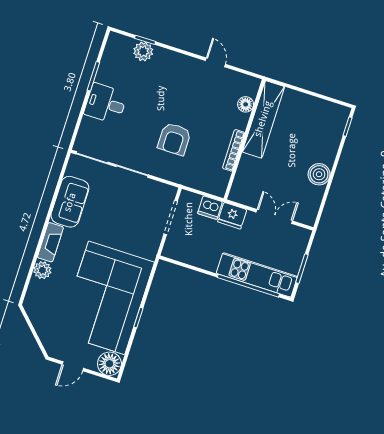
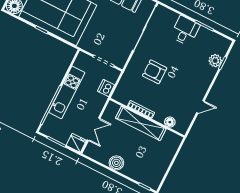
shelving: (263, 119) -> (141, 123), moved
fridge: (232, 216) -> (76, 143), moved, turned 90
kitchen unit: (257, 275) -> (67, 92), moved

